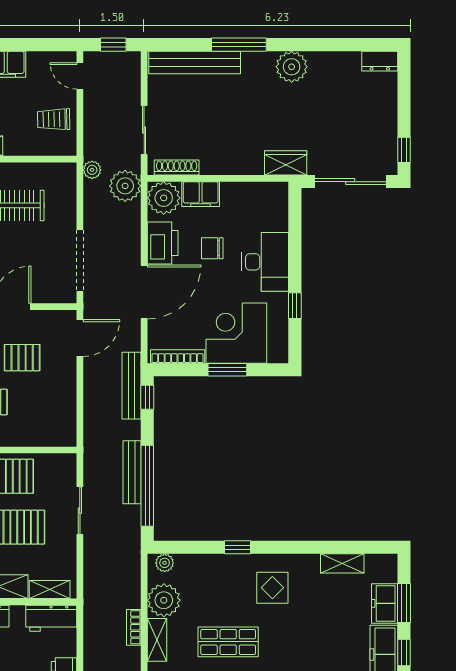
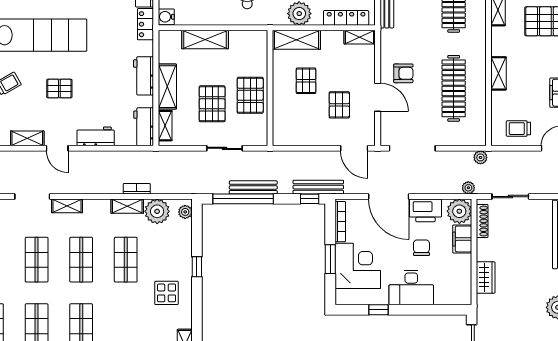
trolley: (54, 119) -> (518, 129), turned -89
wardrobe: (286, 163) -> (486, 277), moved
plant: (125, 186) -> (468, 188), width x0.53, depth x0.53

